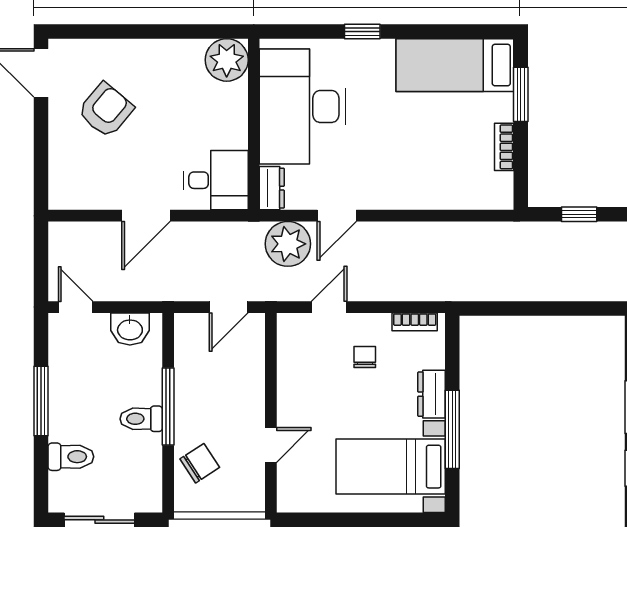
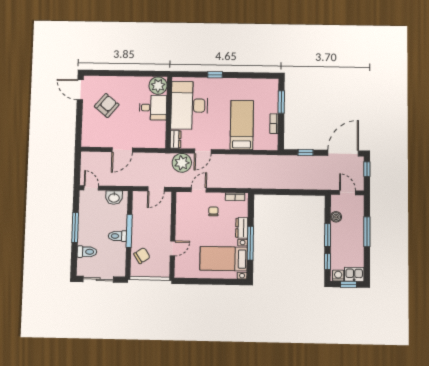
bed: (455, 65) -> (242, 125), moved, turned 90
desk: (216, 180) -> (153, 108), moved

